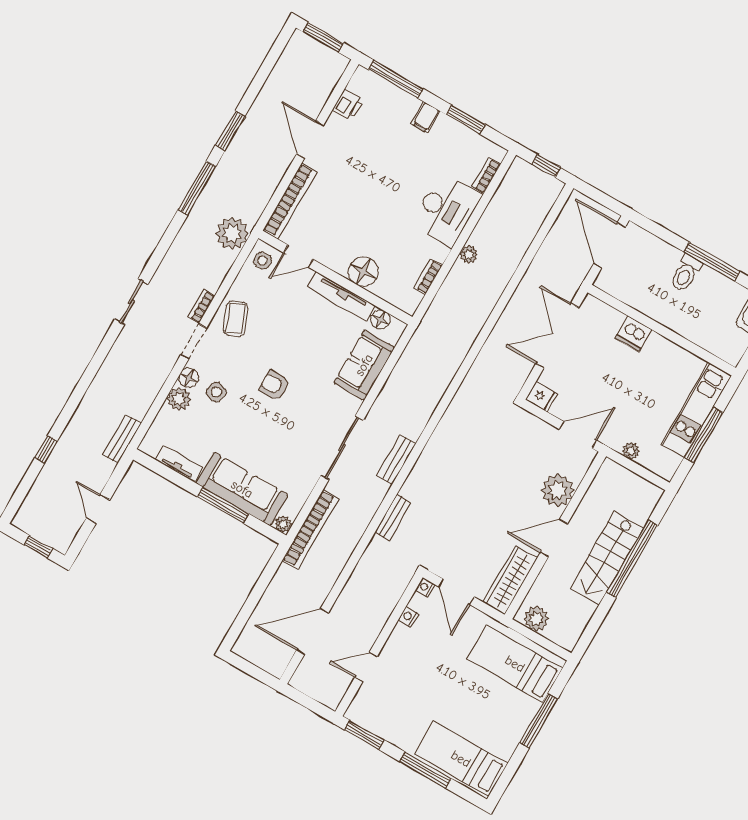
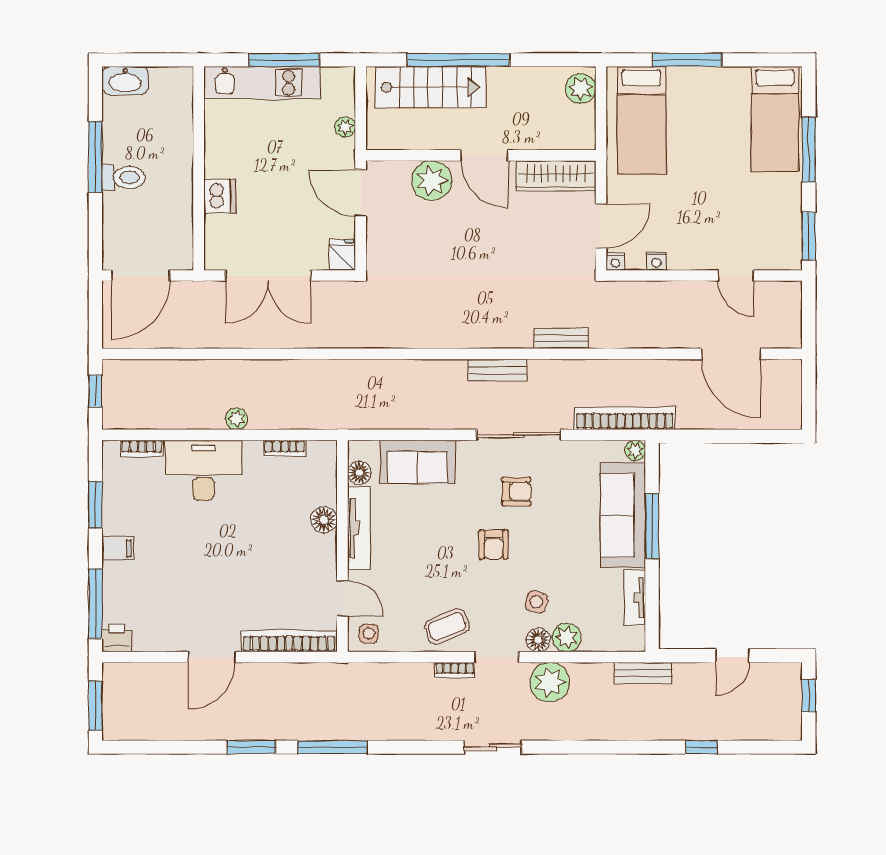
printer: (348, 105) -> (117, 638), moved
plant: (232, 234) -> (550, 682), moved
floor lamp: (363, 272) -> (324, 520), width x0.73, depth x0.73
armchair: (303, 423) -> (516, 492), added
stairs: (607, 558) -> (430, 87), moved
plant: (536, 619) -> (581, 88), moved

